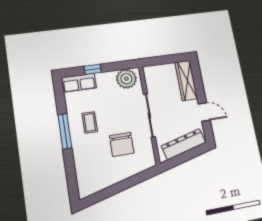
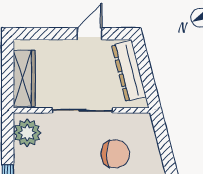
wardrobe: (186, 80) -> (24, 78), moved, turned -90

